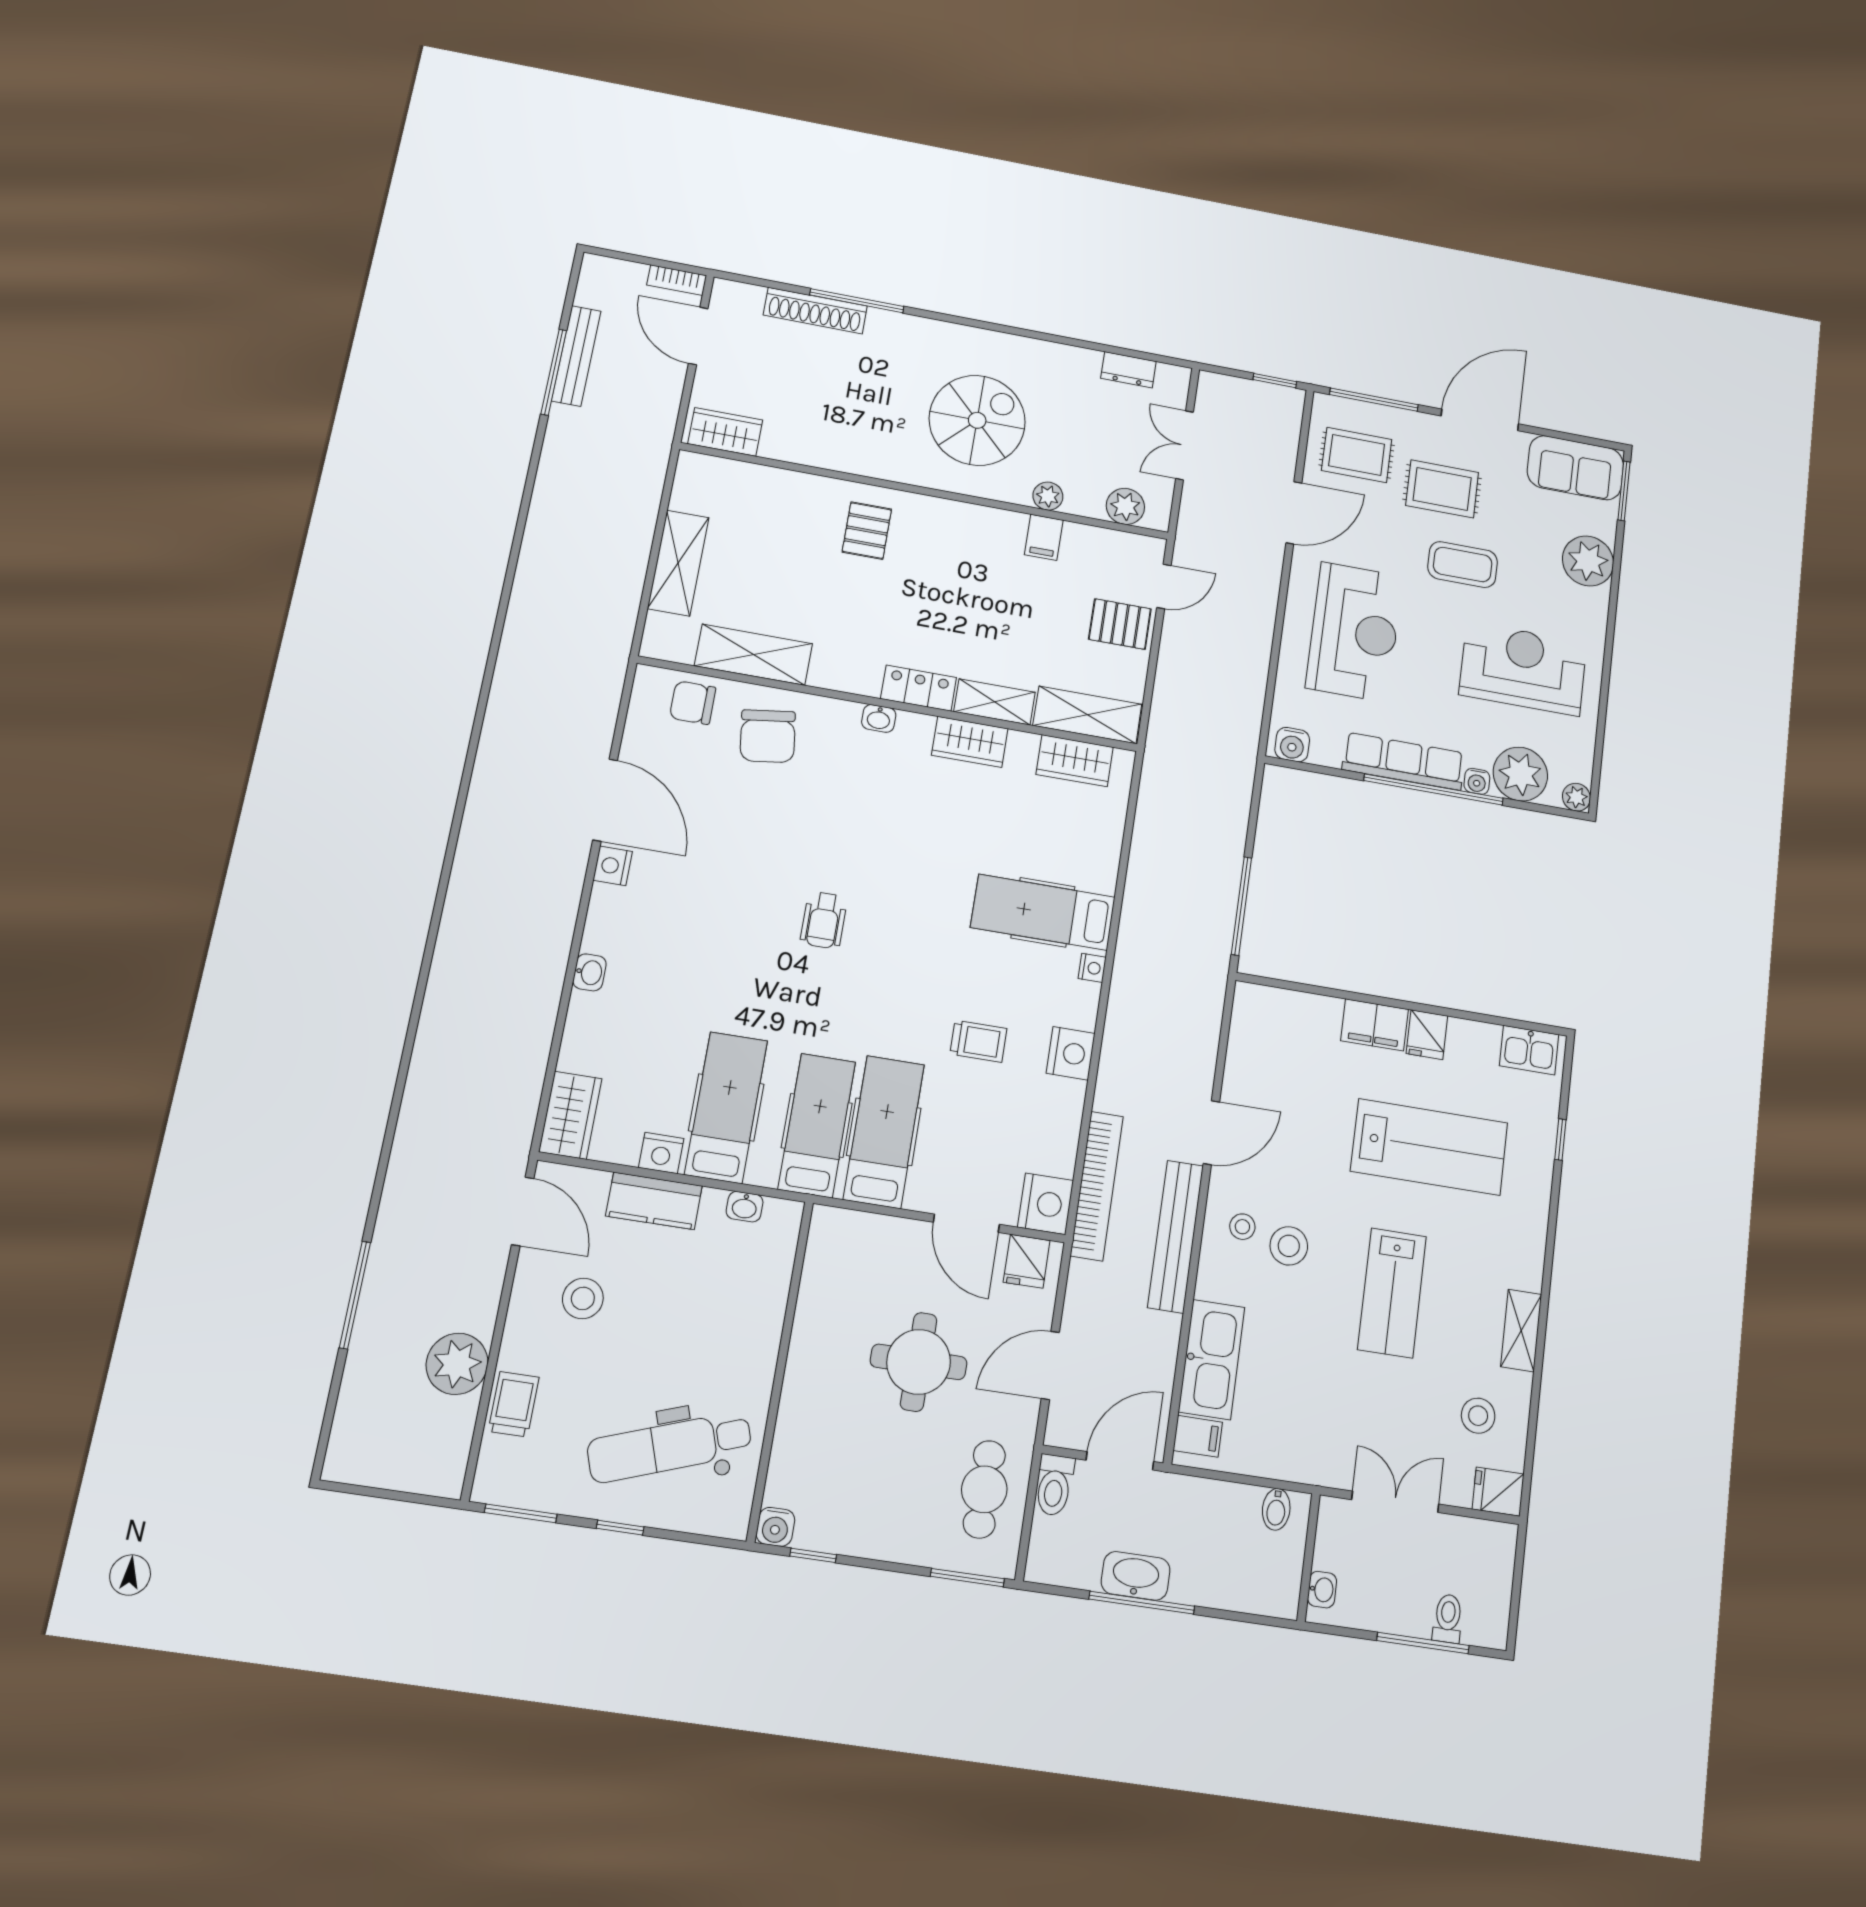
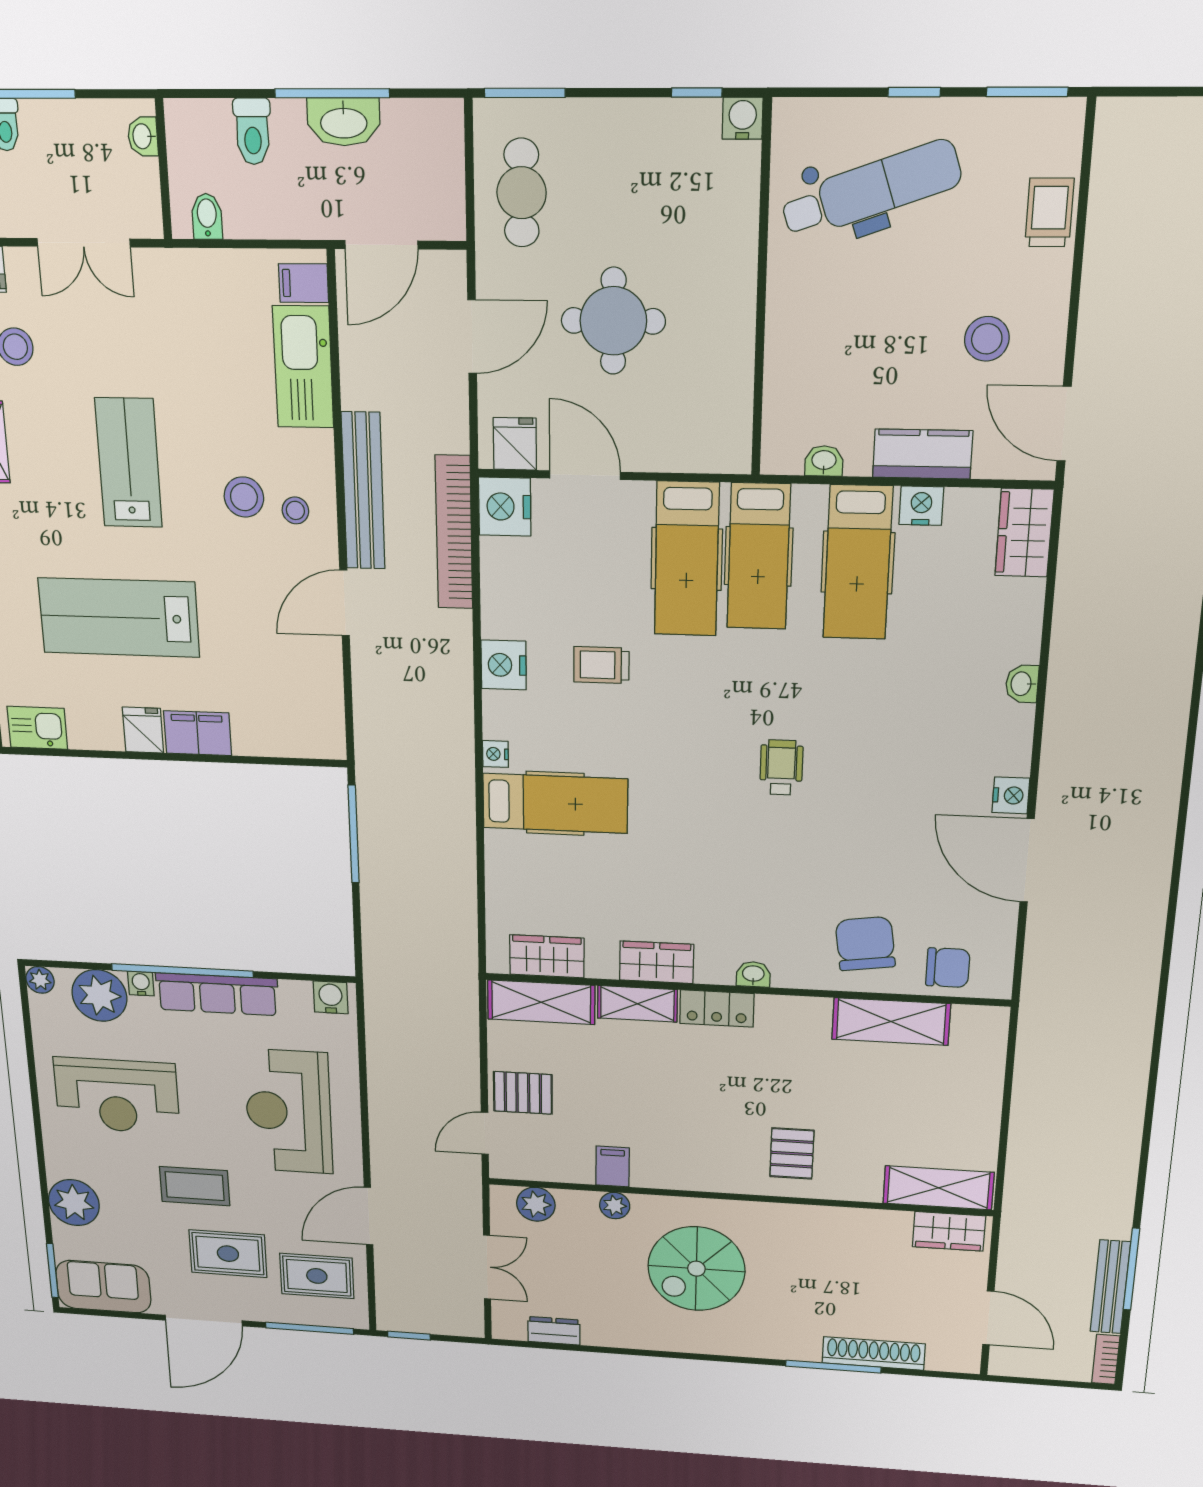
bookcase: (677, 280) -> (1106, 1359), moved, turned -90
shelving: (678, 563) -> (938, 1188), moved, turned 90
plant: (457, 1364) -> (1117, 248), removed
trolley: (514, 1404) -> (1049, 212), turned 180
toilet: (1054, 1485) -> (253, 131), moved, turned 180

